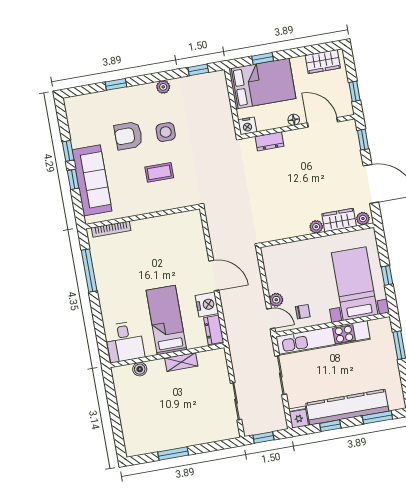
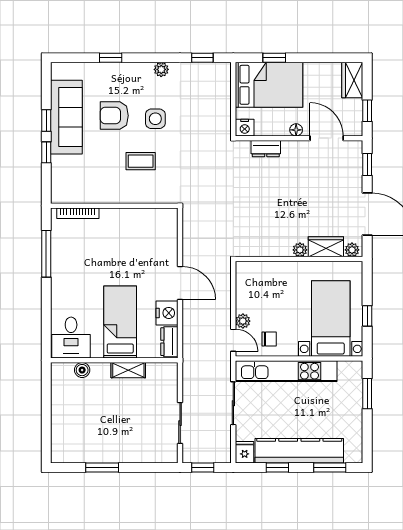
wardrobe: (323, 62) -> (352, 80), moved, turned 90
sofa: (92, 180) -> (66, 117), moved

